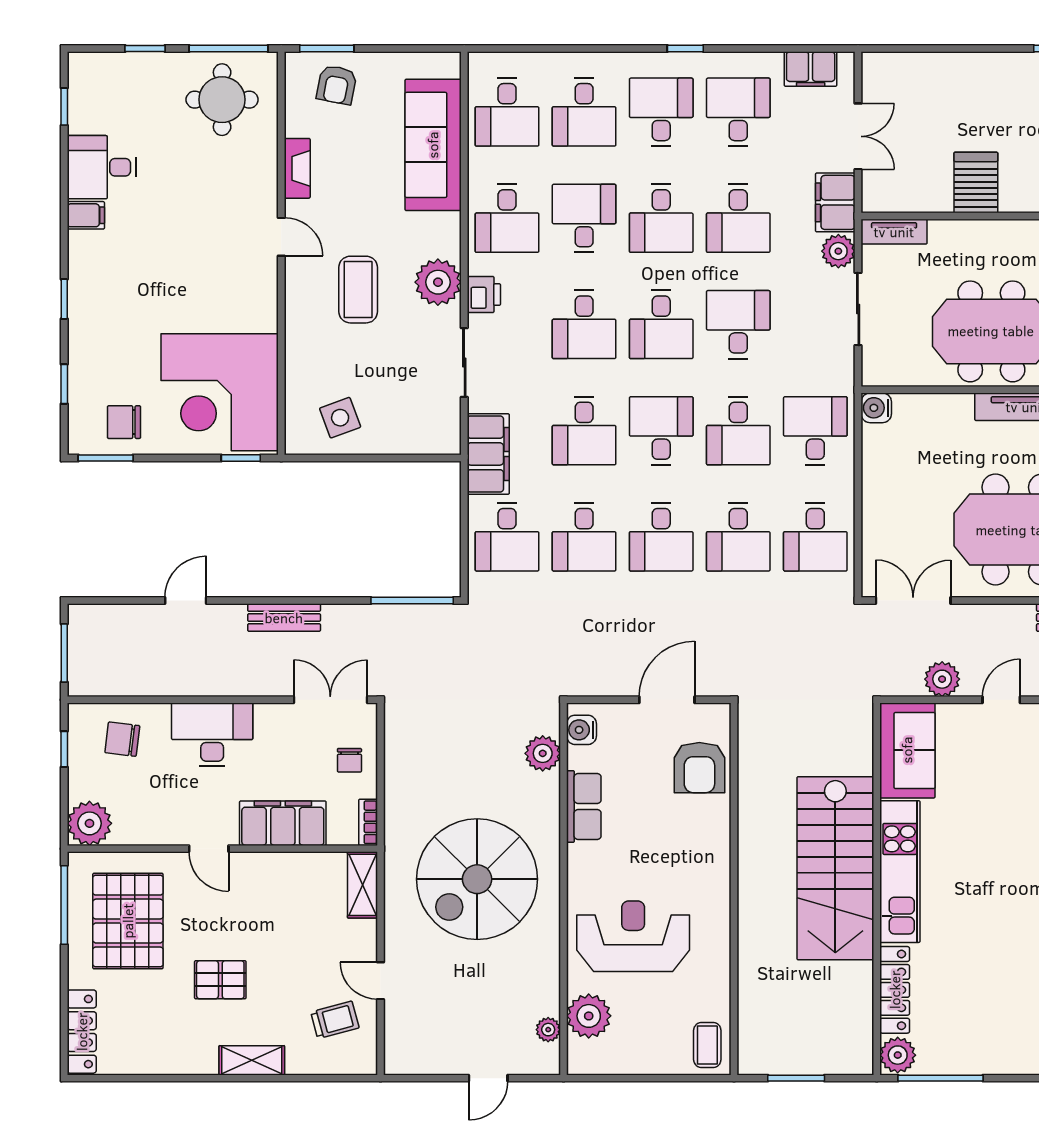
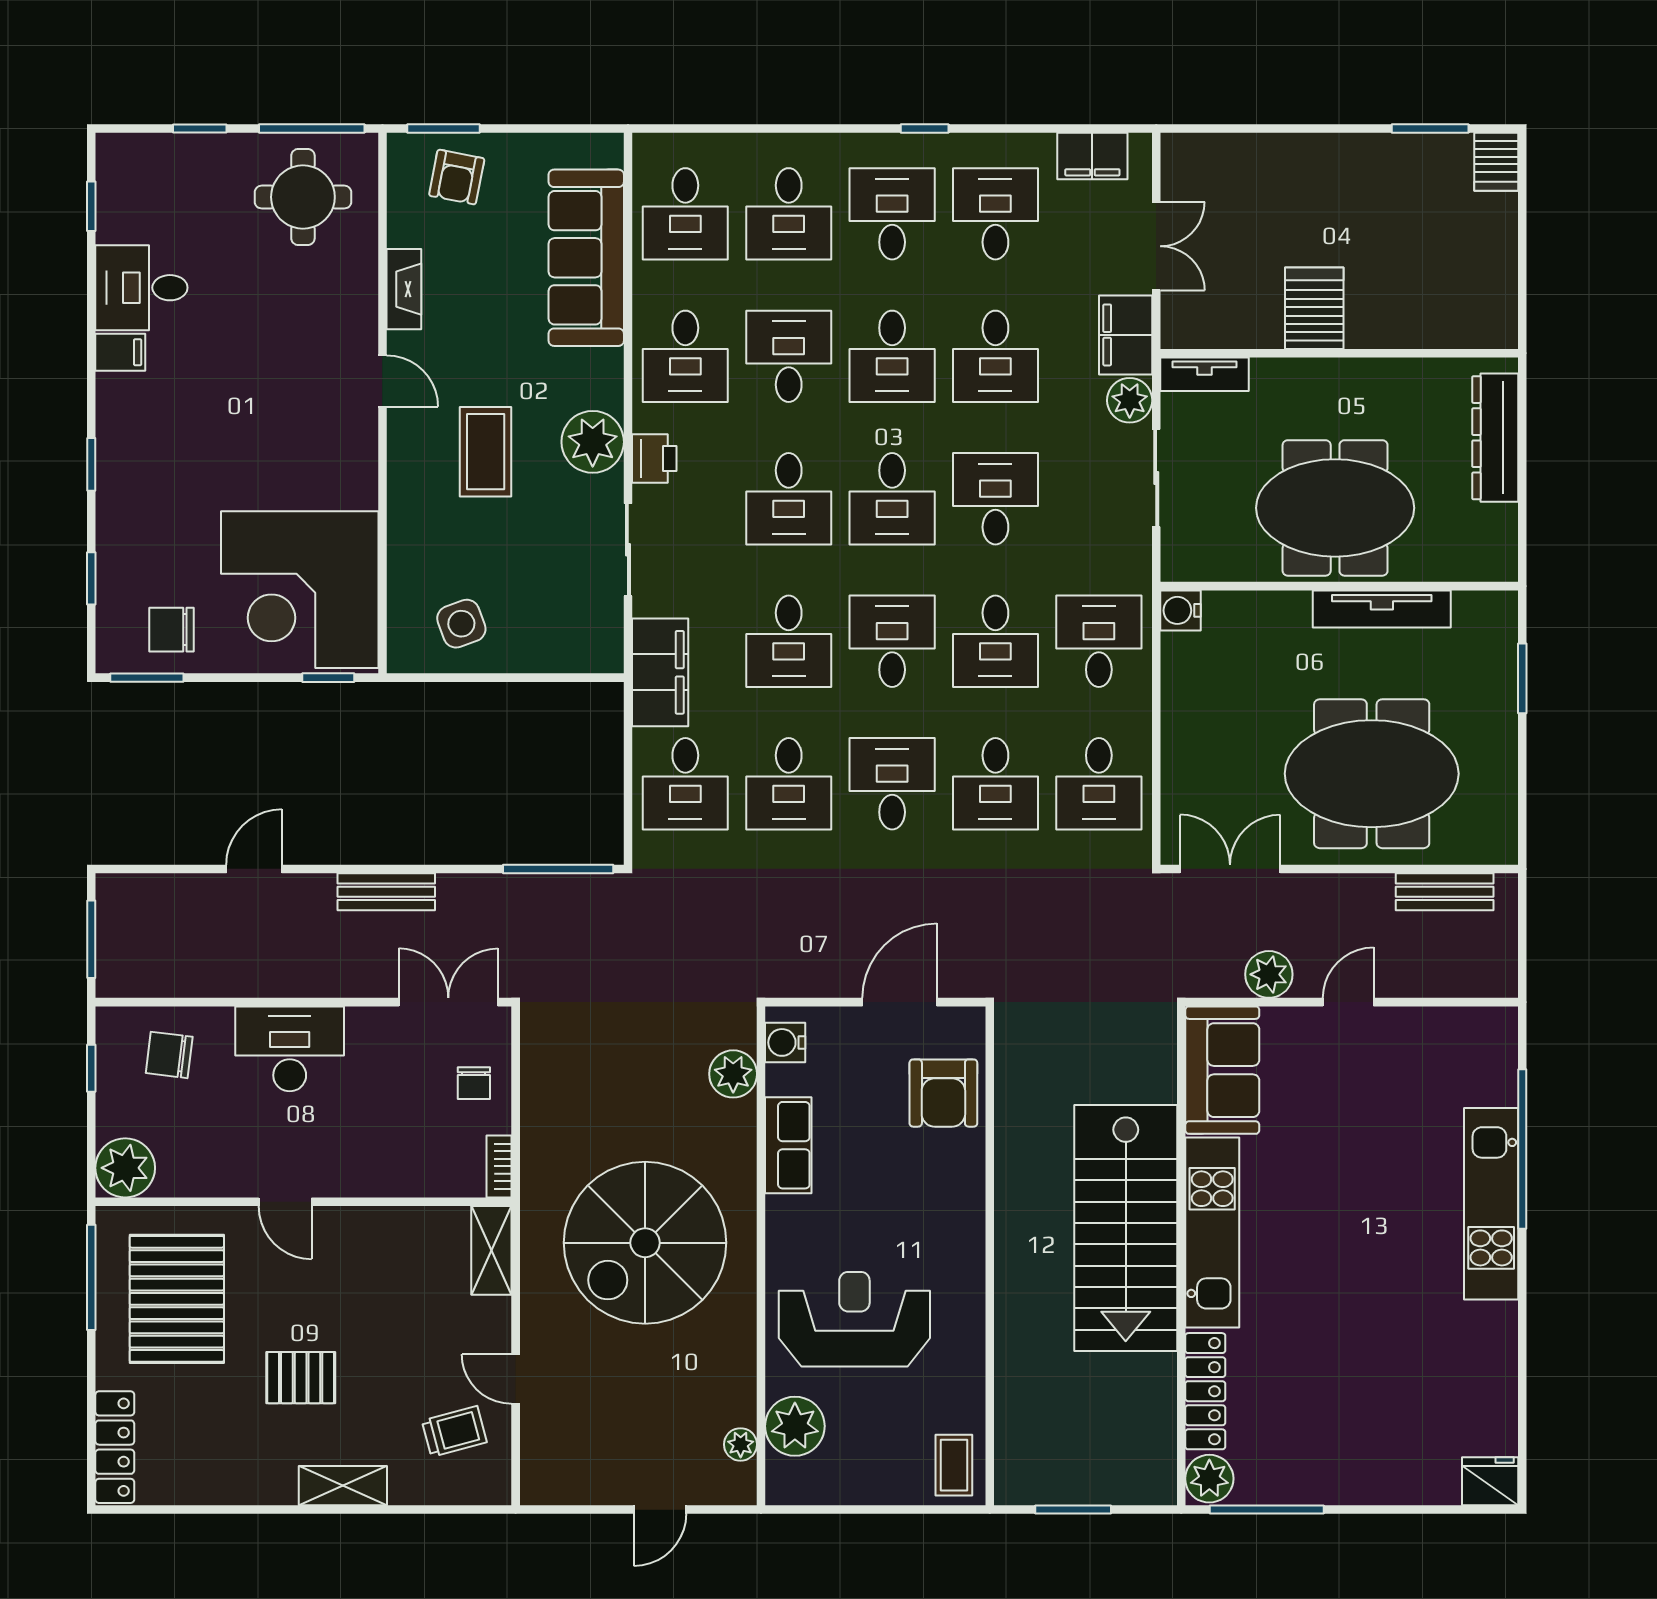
desk: (661, 537) -> (892, 784), turned 180
filing cabinet: (283, 823) -> (385, 1168), removed

